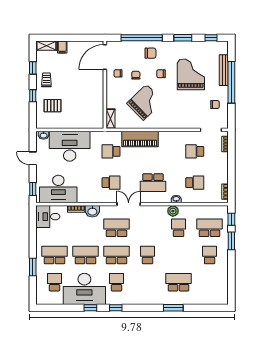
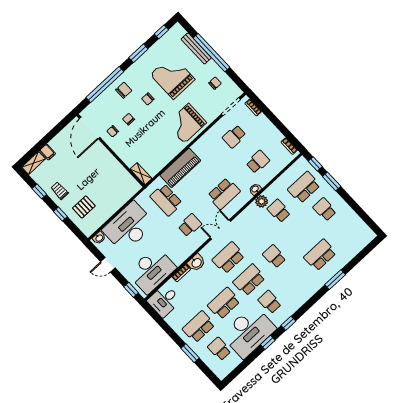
grand piano: (145, 102) -> (186, 123), moved, turned -136
school desk: (111, 151) -> (166, 200), width x1.85

